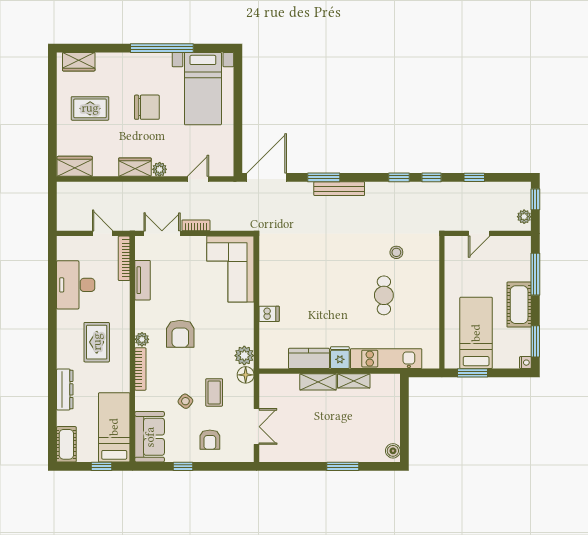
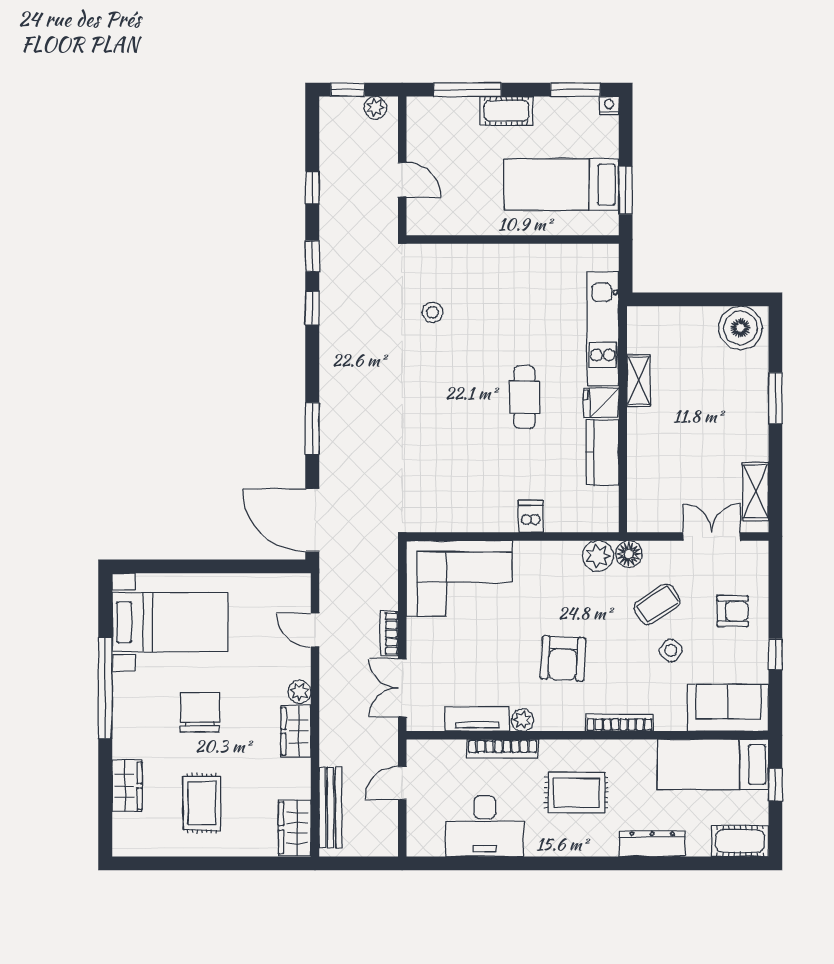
wardrobe: (79, 62) -> (127, 786), moved
bench: (339, 189) -> (330, 808), moved
bookcase: (124, 258) -> (503, 749), moved
cafe table: (384, 295) -> (524, 397), moved, turned 90
cot: (519, 305) -> (506, 111), width x0.73, depth x0.75
armchair: (180, 334) -> (563, 658), turned 93
plant: (142, 339) -> (522, 720), moved
shelving: (318, 382) -> (756, 492), moved
coffee table: (214, 392) -> (657, 604), turned -33
boiler: (393, 451) -> (740, 328), width x1.86, depth x1.86

